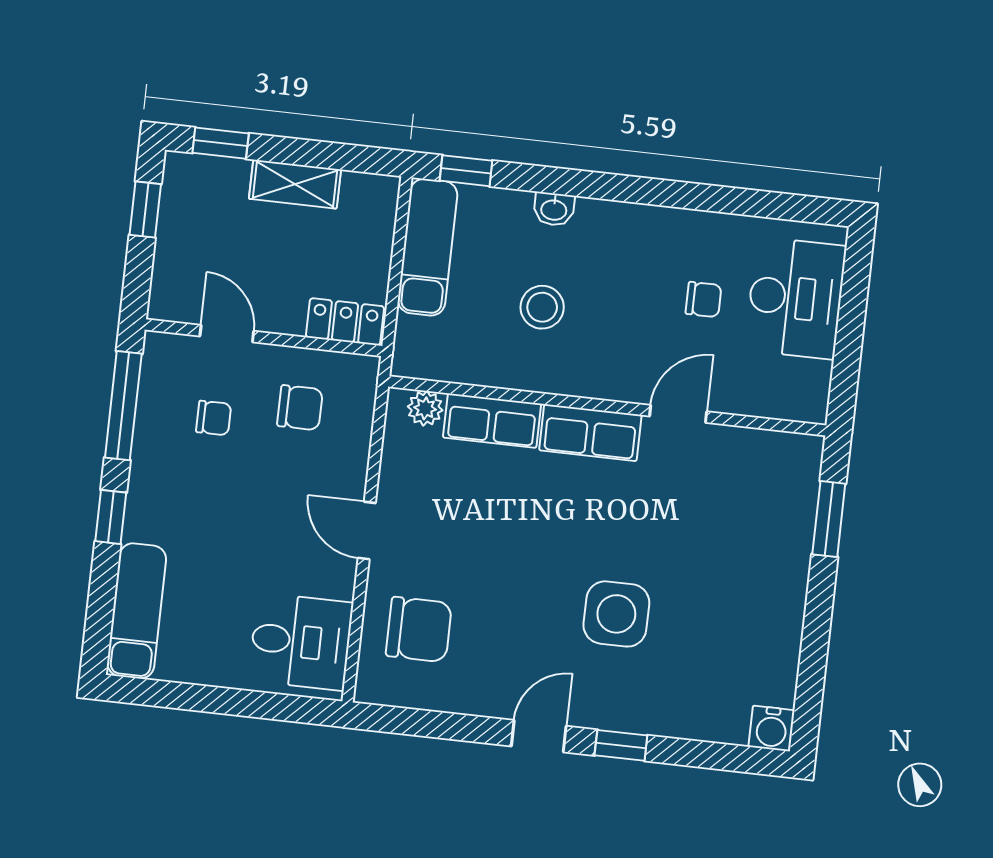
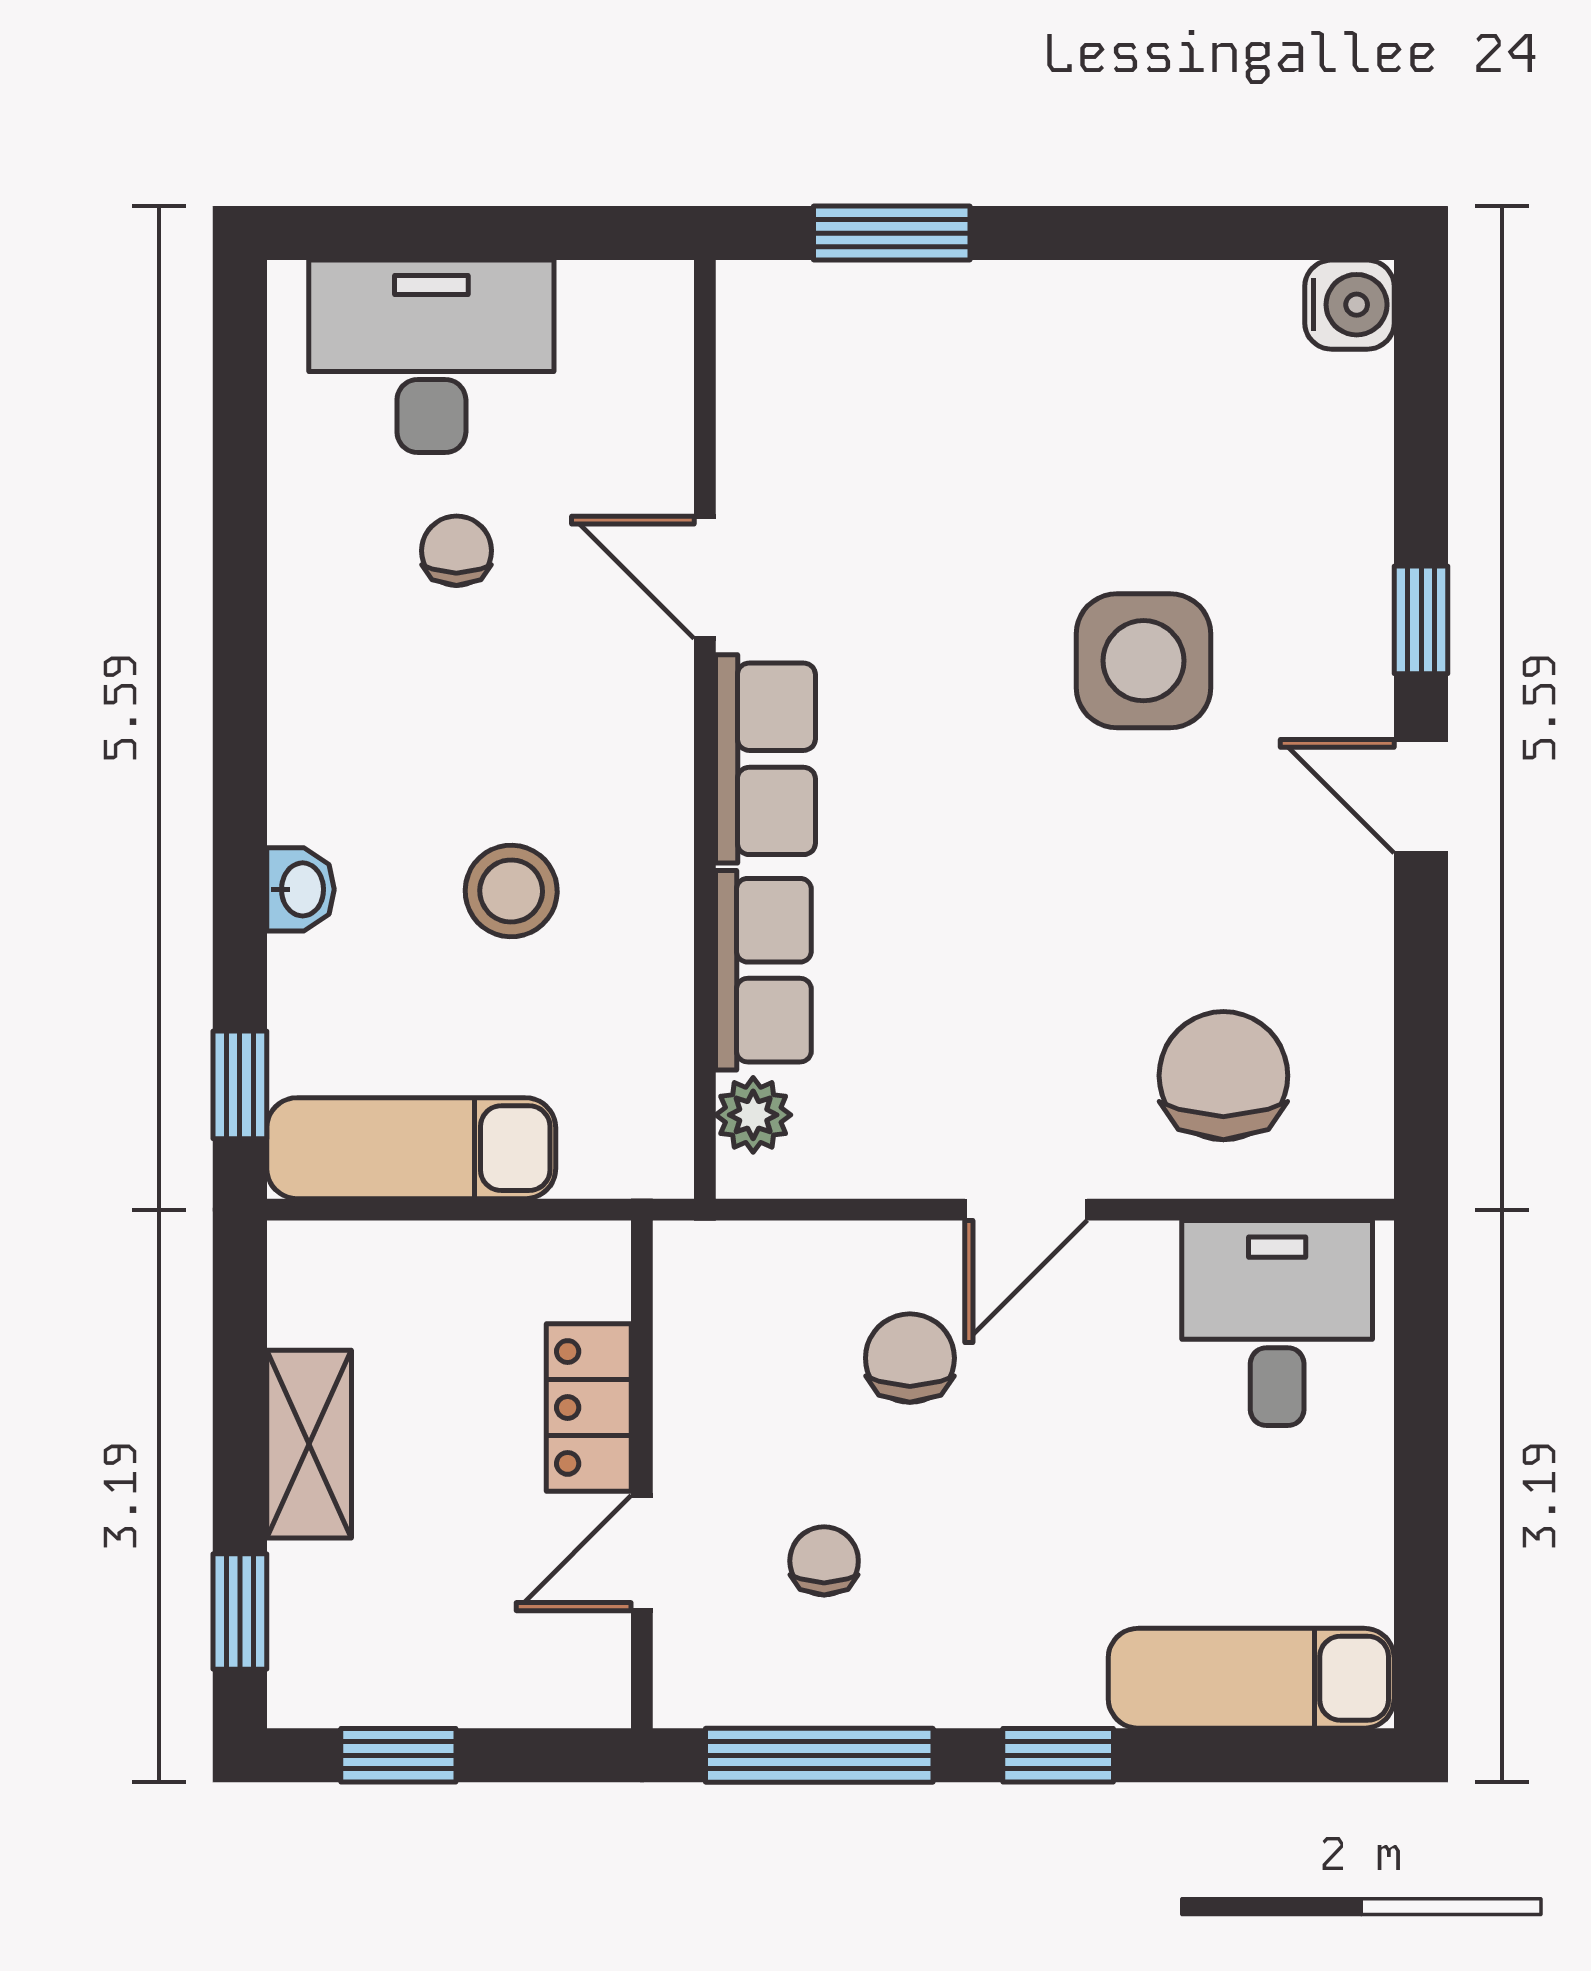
locker: (345, 322) -> (589, 1407), moved
chair: (300, 408) -> (910, 1358), moved

